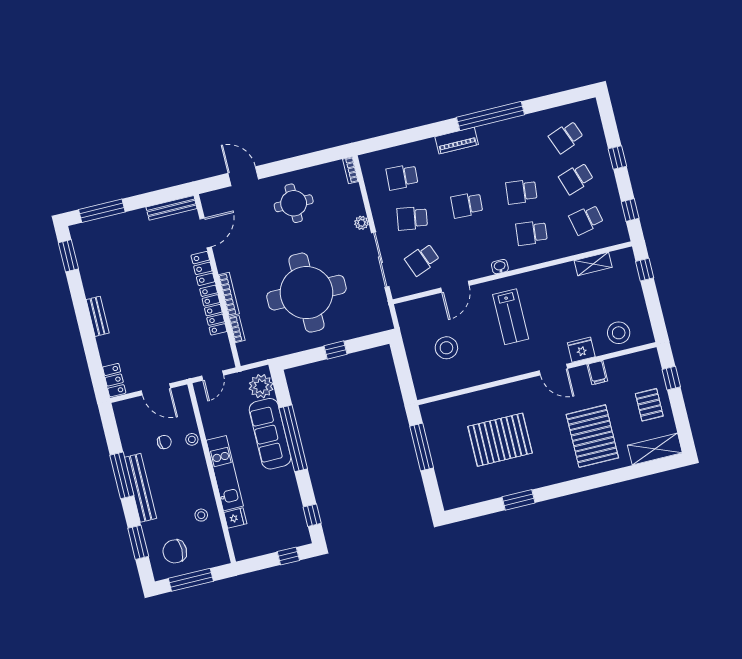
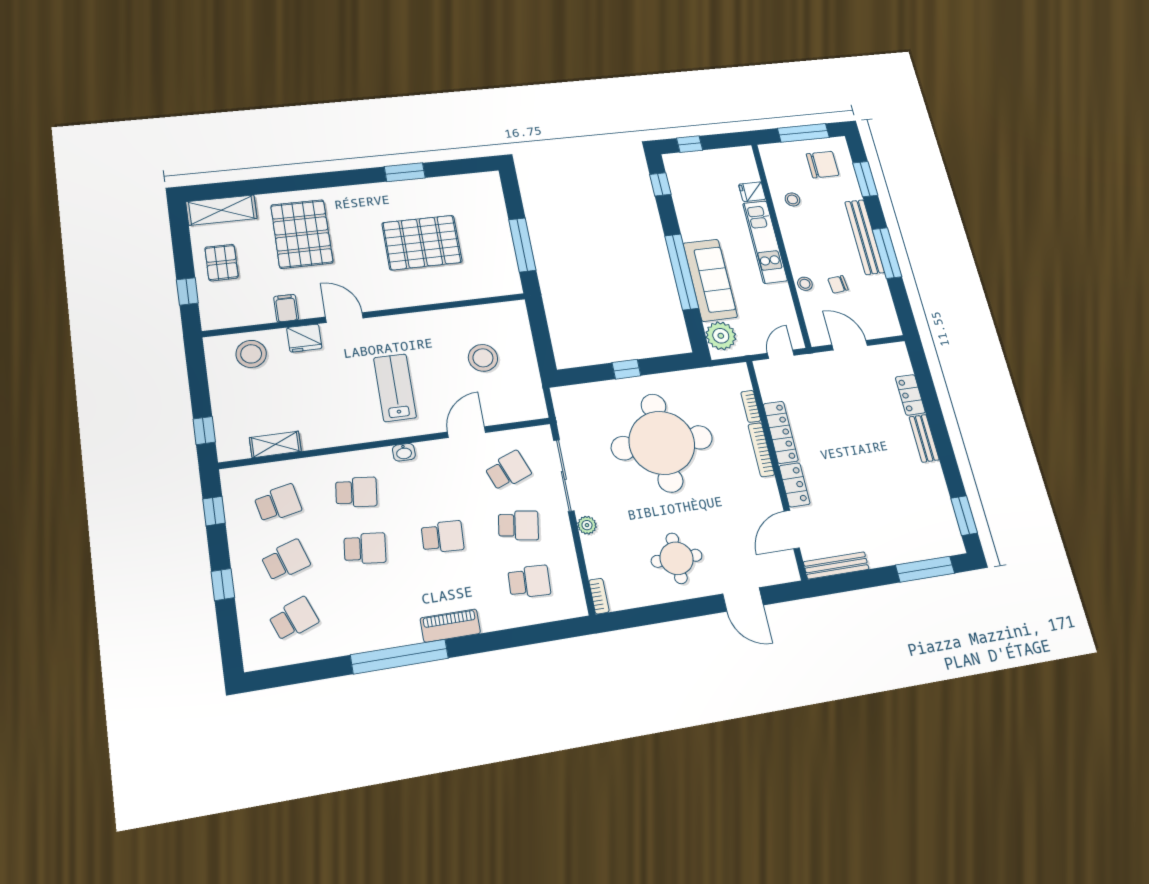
locker: (114, 380) -> (910, 395), moved

